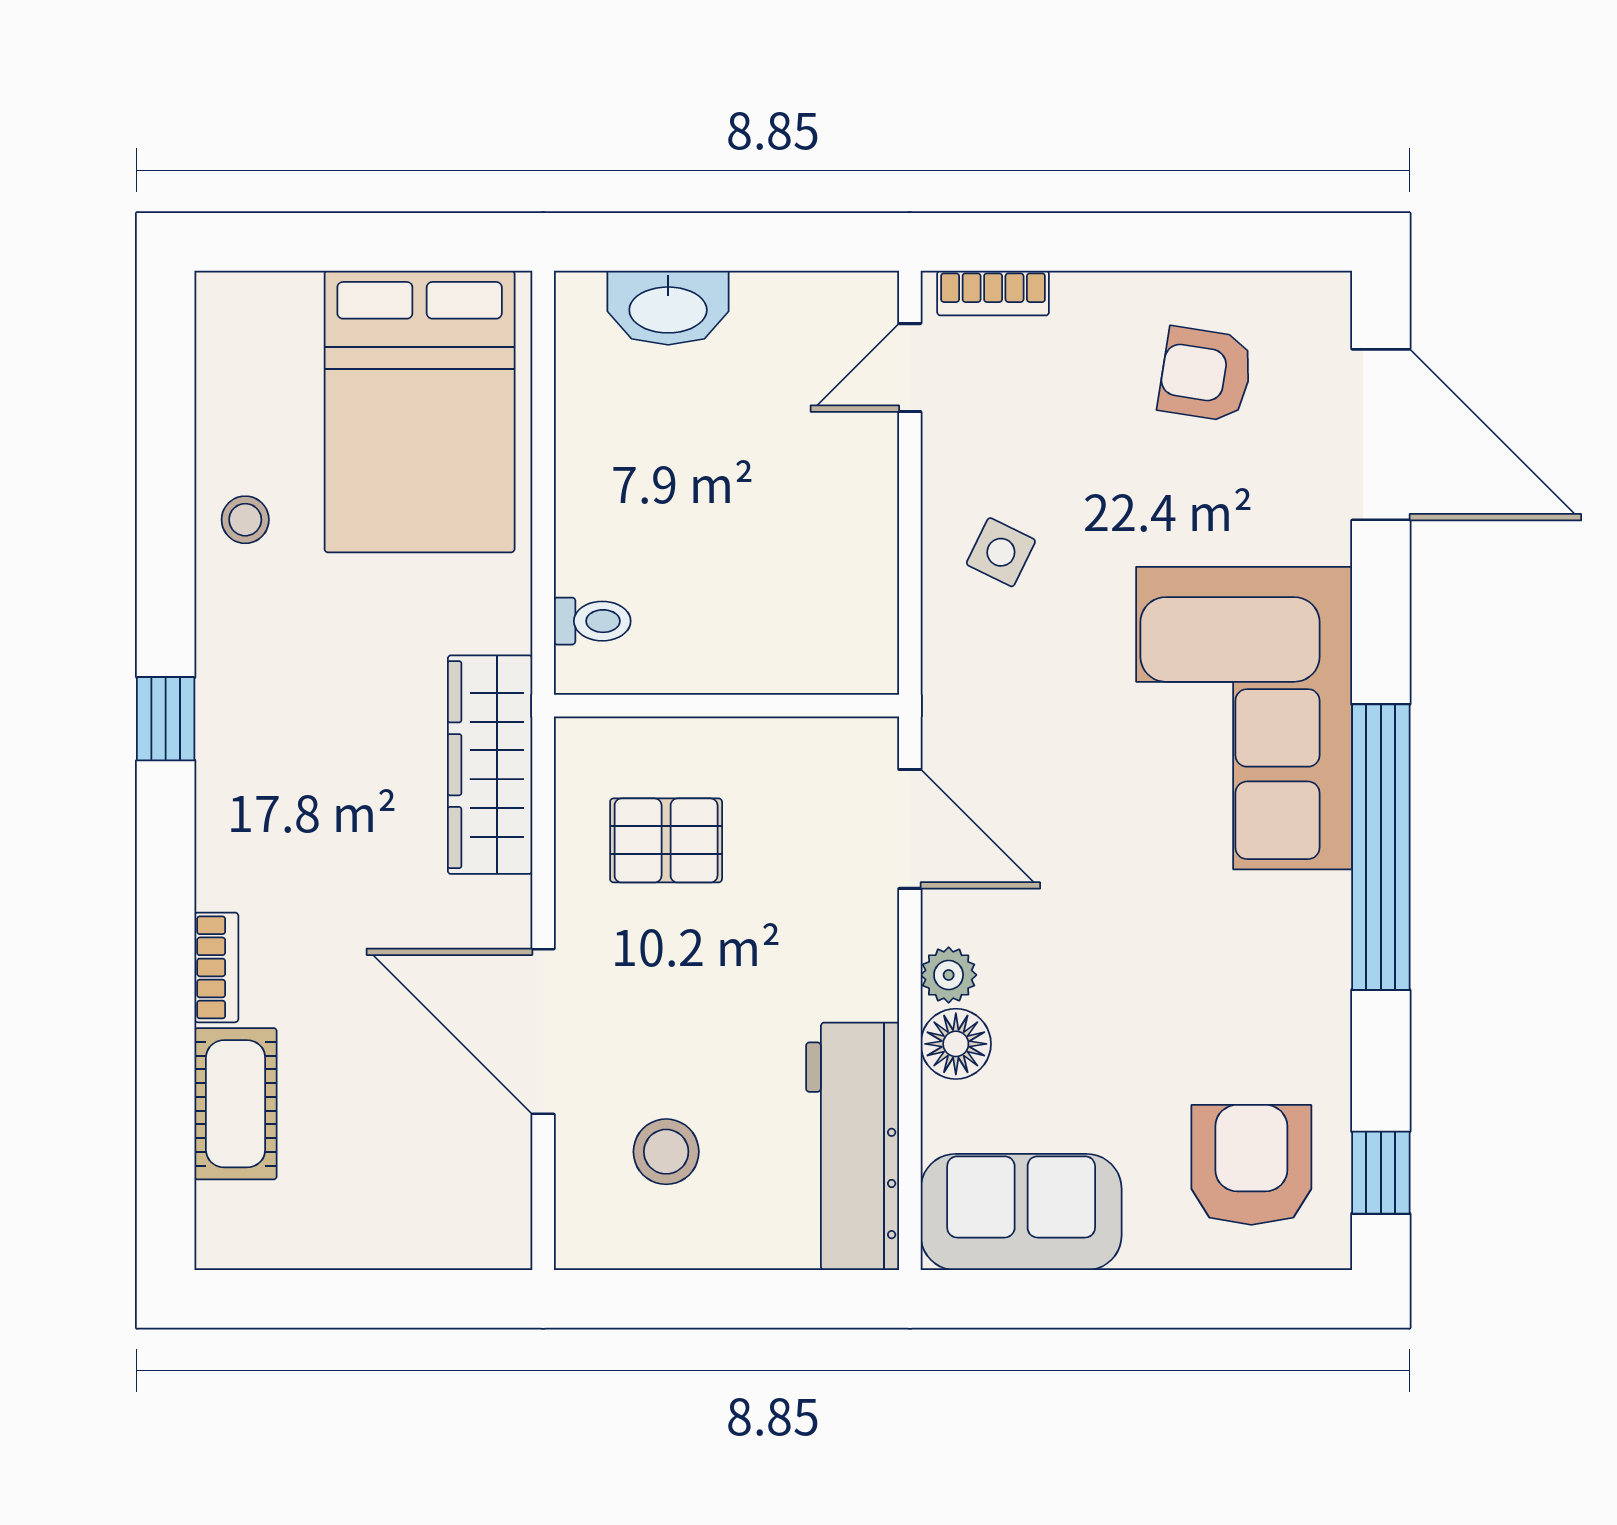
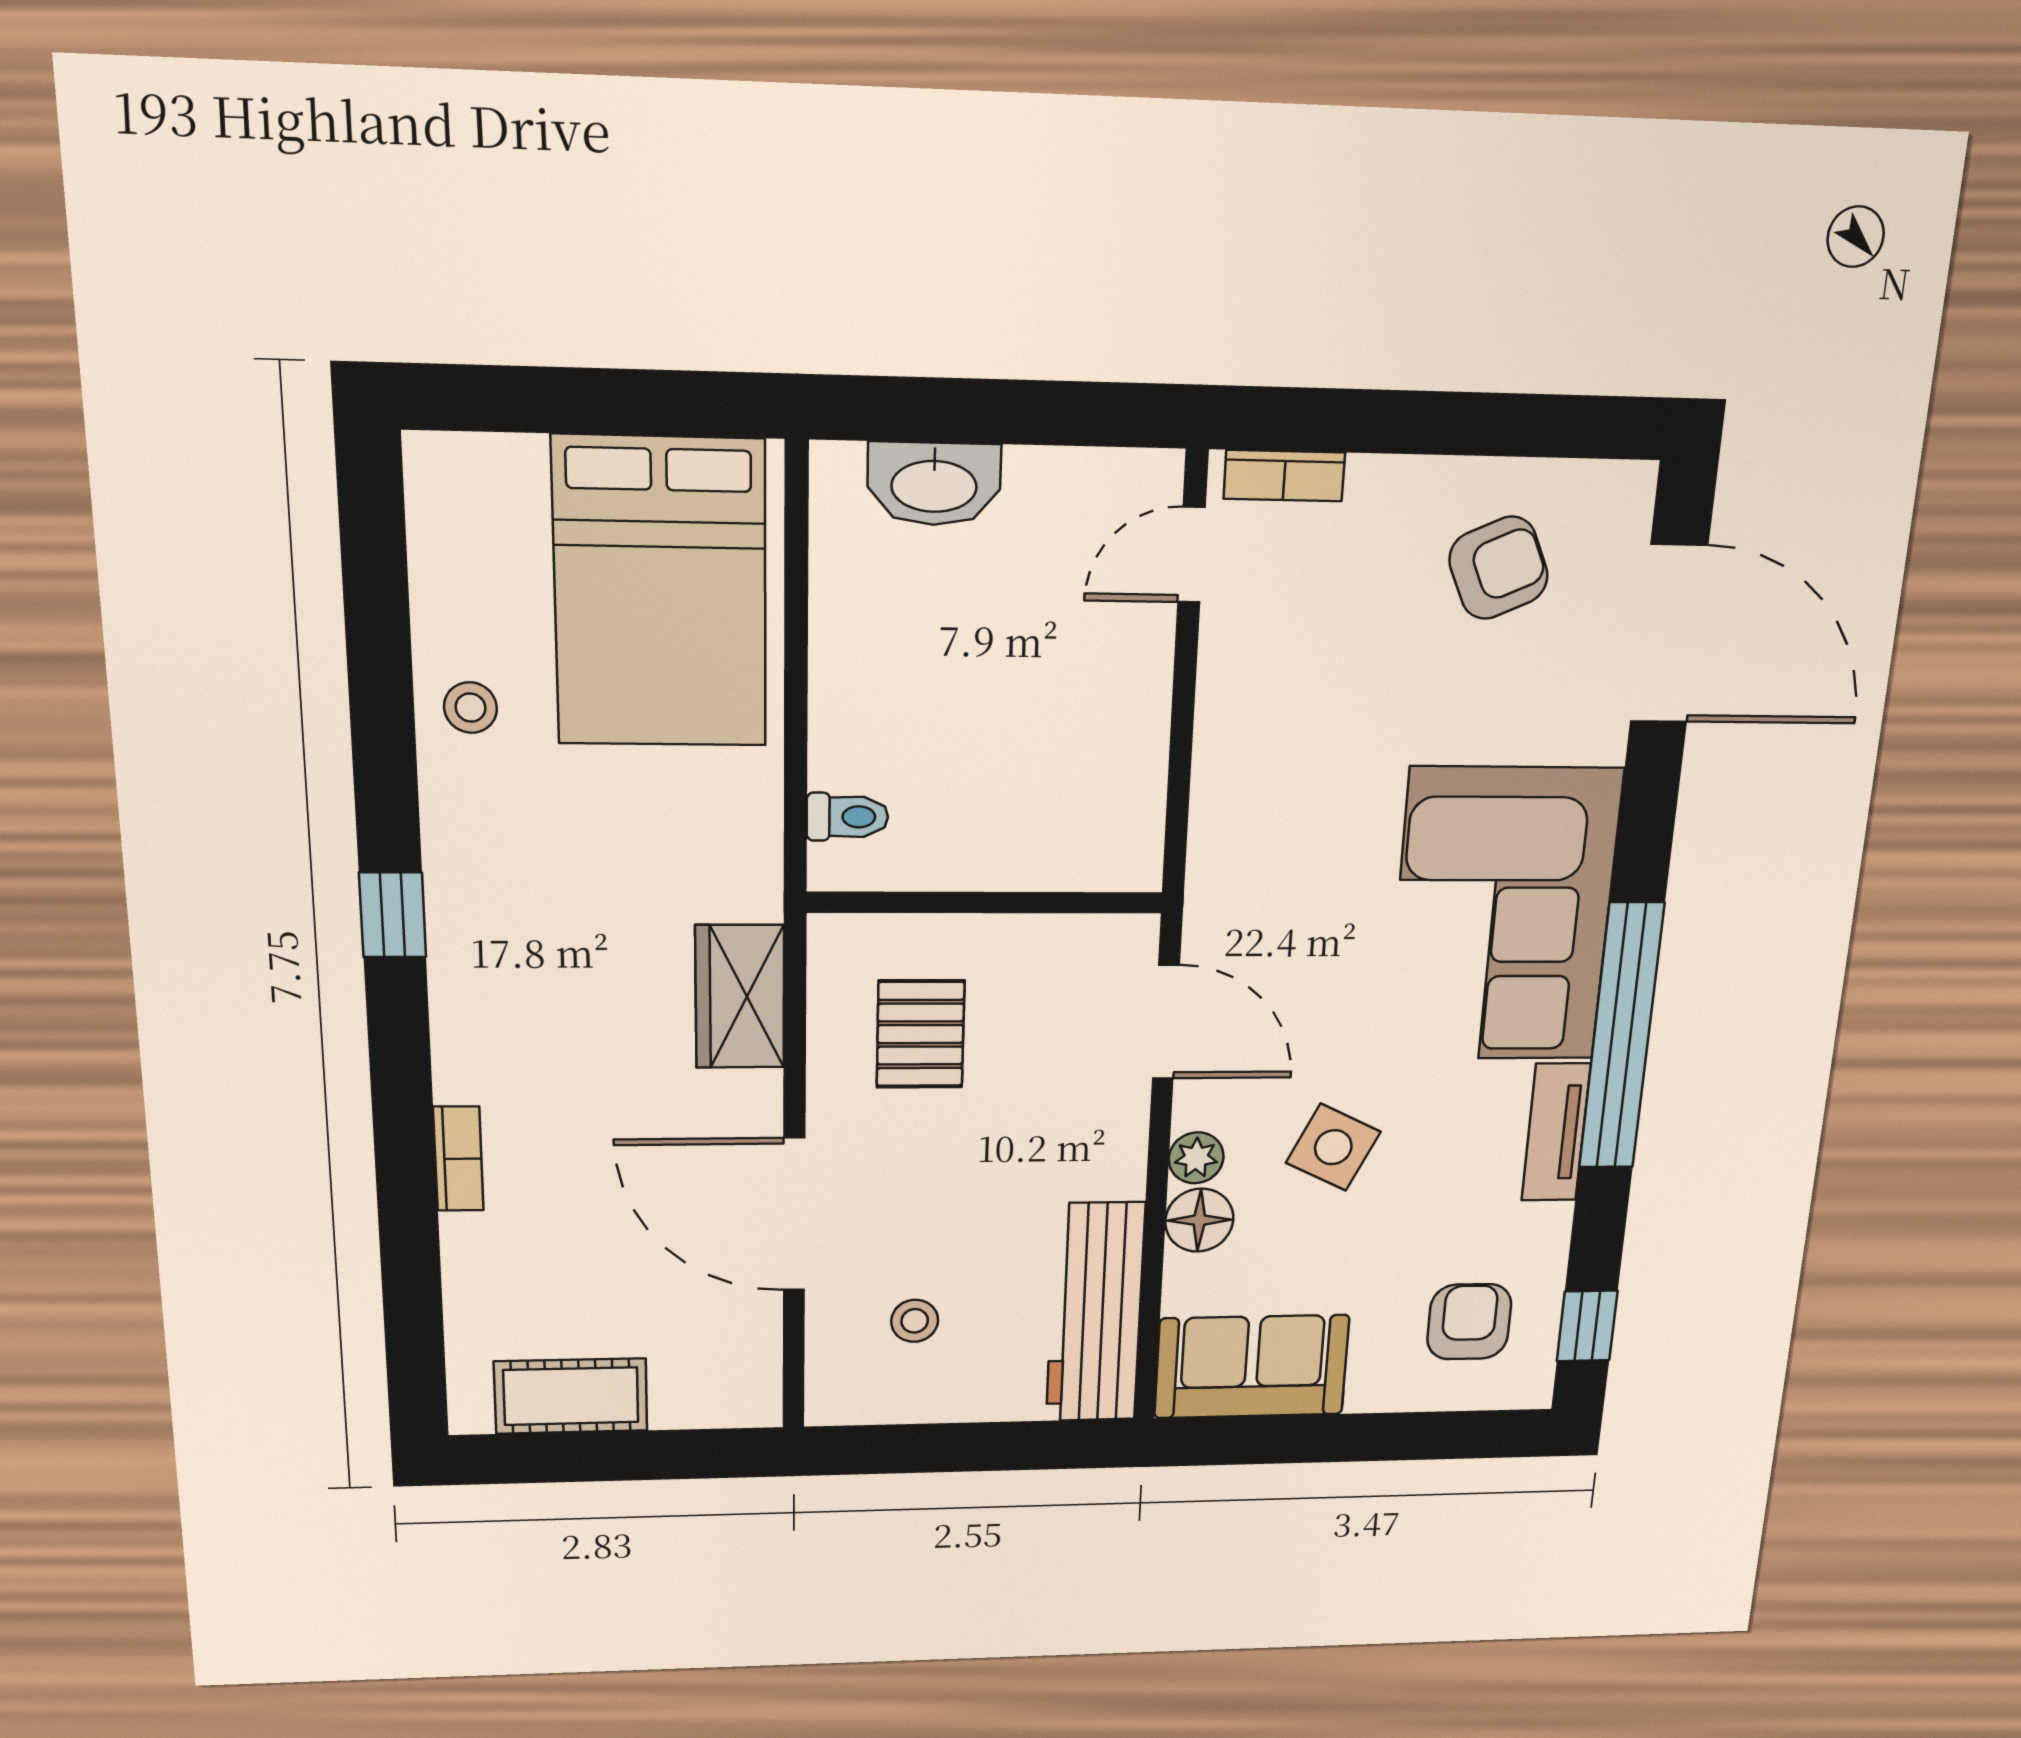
armchair: (1206, 374) -> (1498, 568), turned 147
side table: (1001, 552) -> (1333, 1147), moved, width x1.37, depth x1.37
wardrobe: (490, 765) -> (740, 997), width x0.67
pallet: (666, 840) -> (920, 1034), turned 90
tv unit: (1323, 951) -> (1556, 1132), added
cot: (236, 1104) -> (571, 1396), moved, turned 90
stool: (666, 1152) -> (915, 1321), width x0.73, depth x0.73
armchair: (1251, 1165) -> (1469, 1322), width x0.72, depth x0.72

